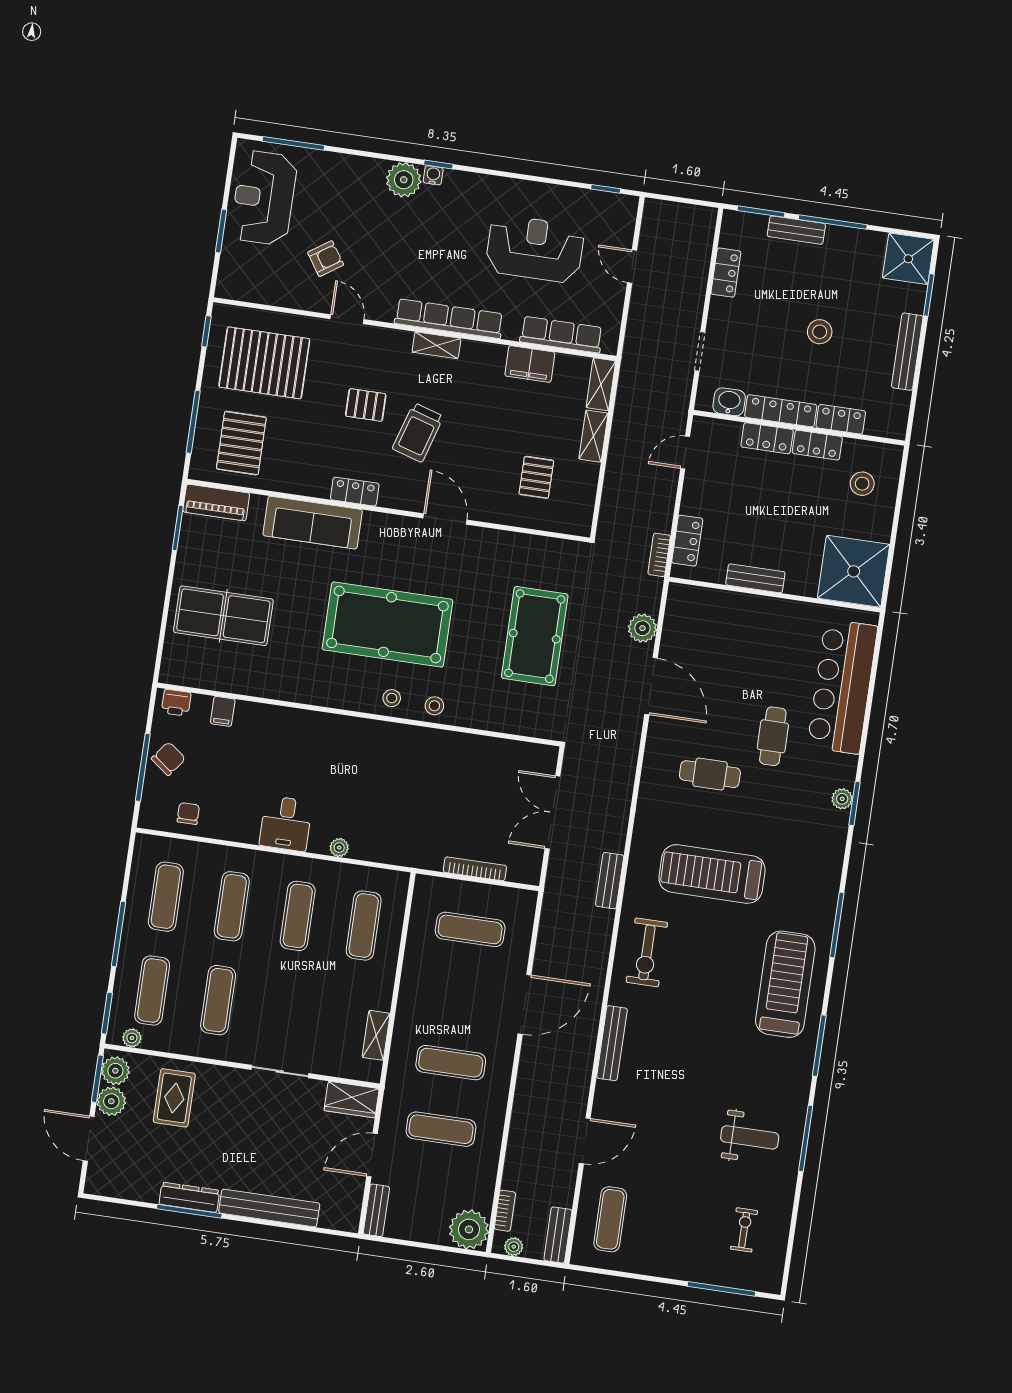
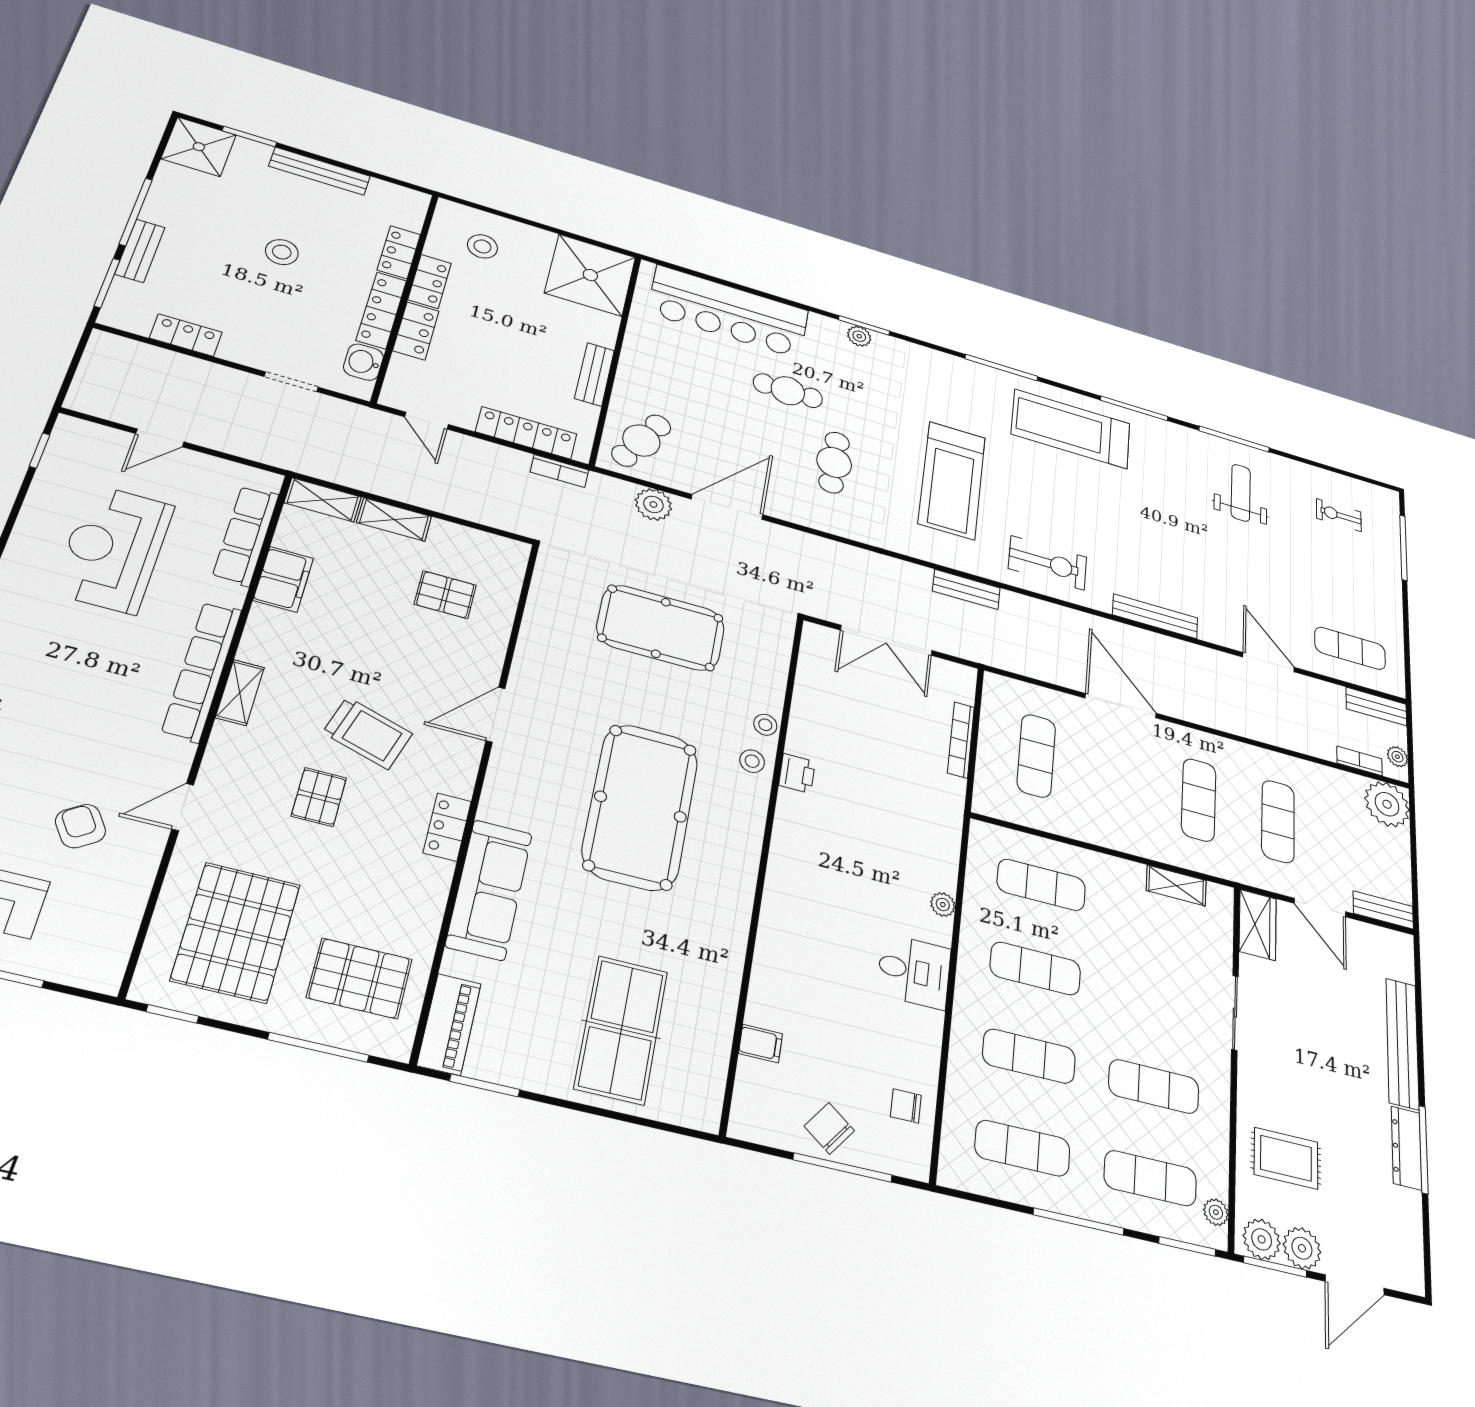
locker: (687, 541) -> (526, 433), width x1.53
cafe table: (700, 617) -> (641, 440), added
stool: (392, 698) -> (765, 725), moved
printer: (176, 703) -> (797, 773), moved

